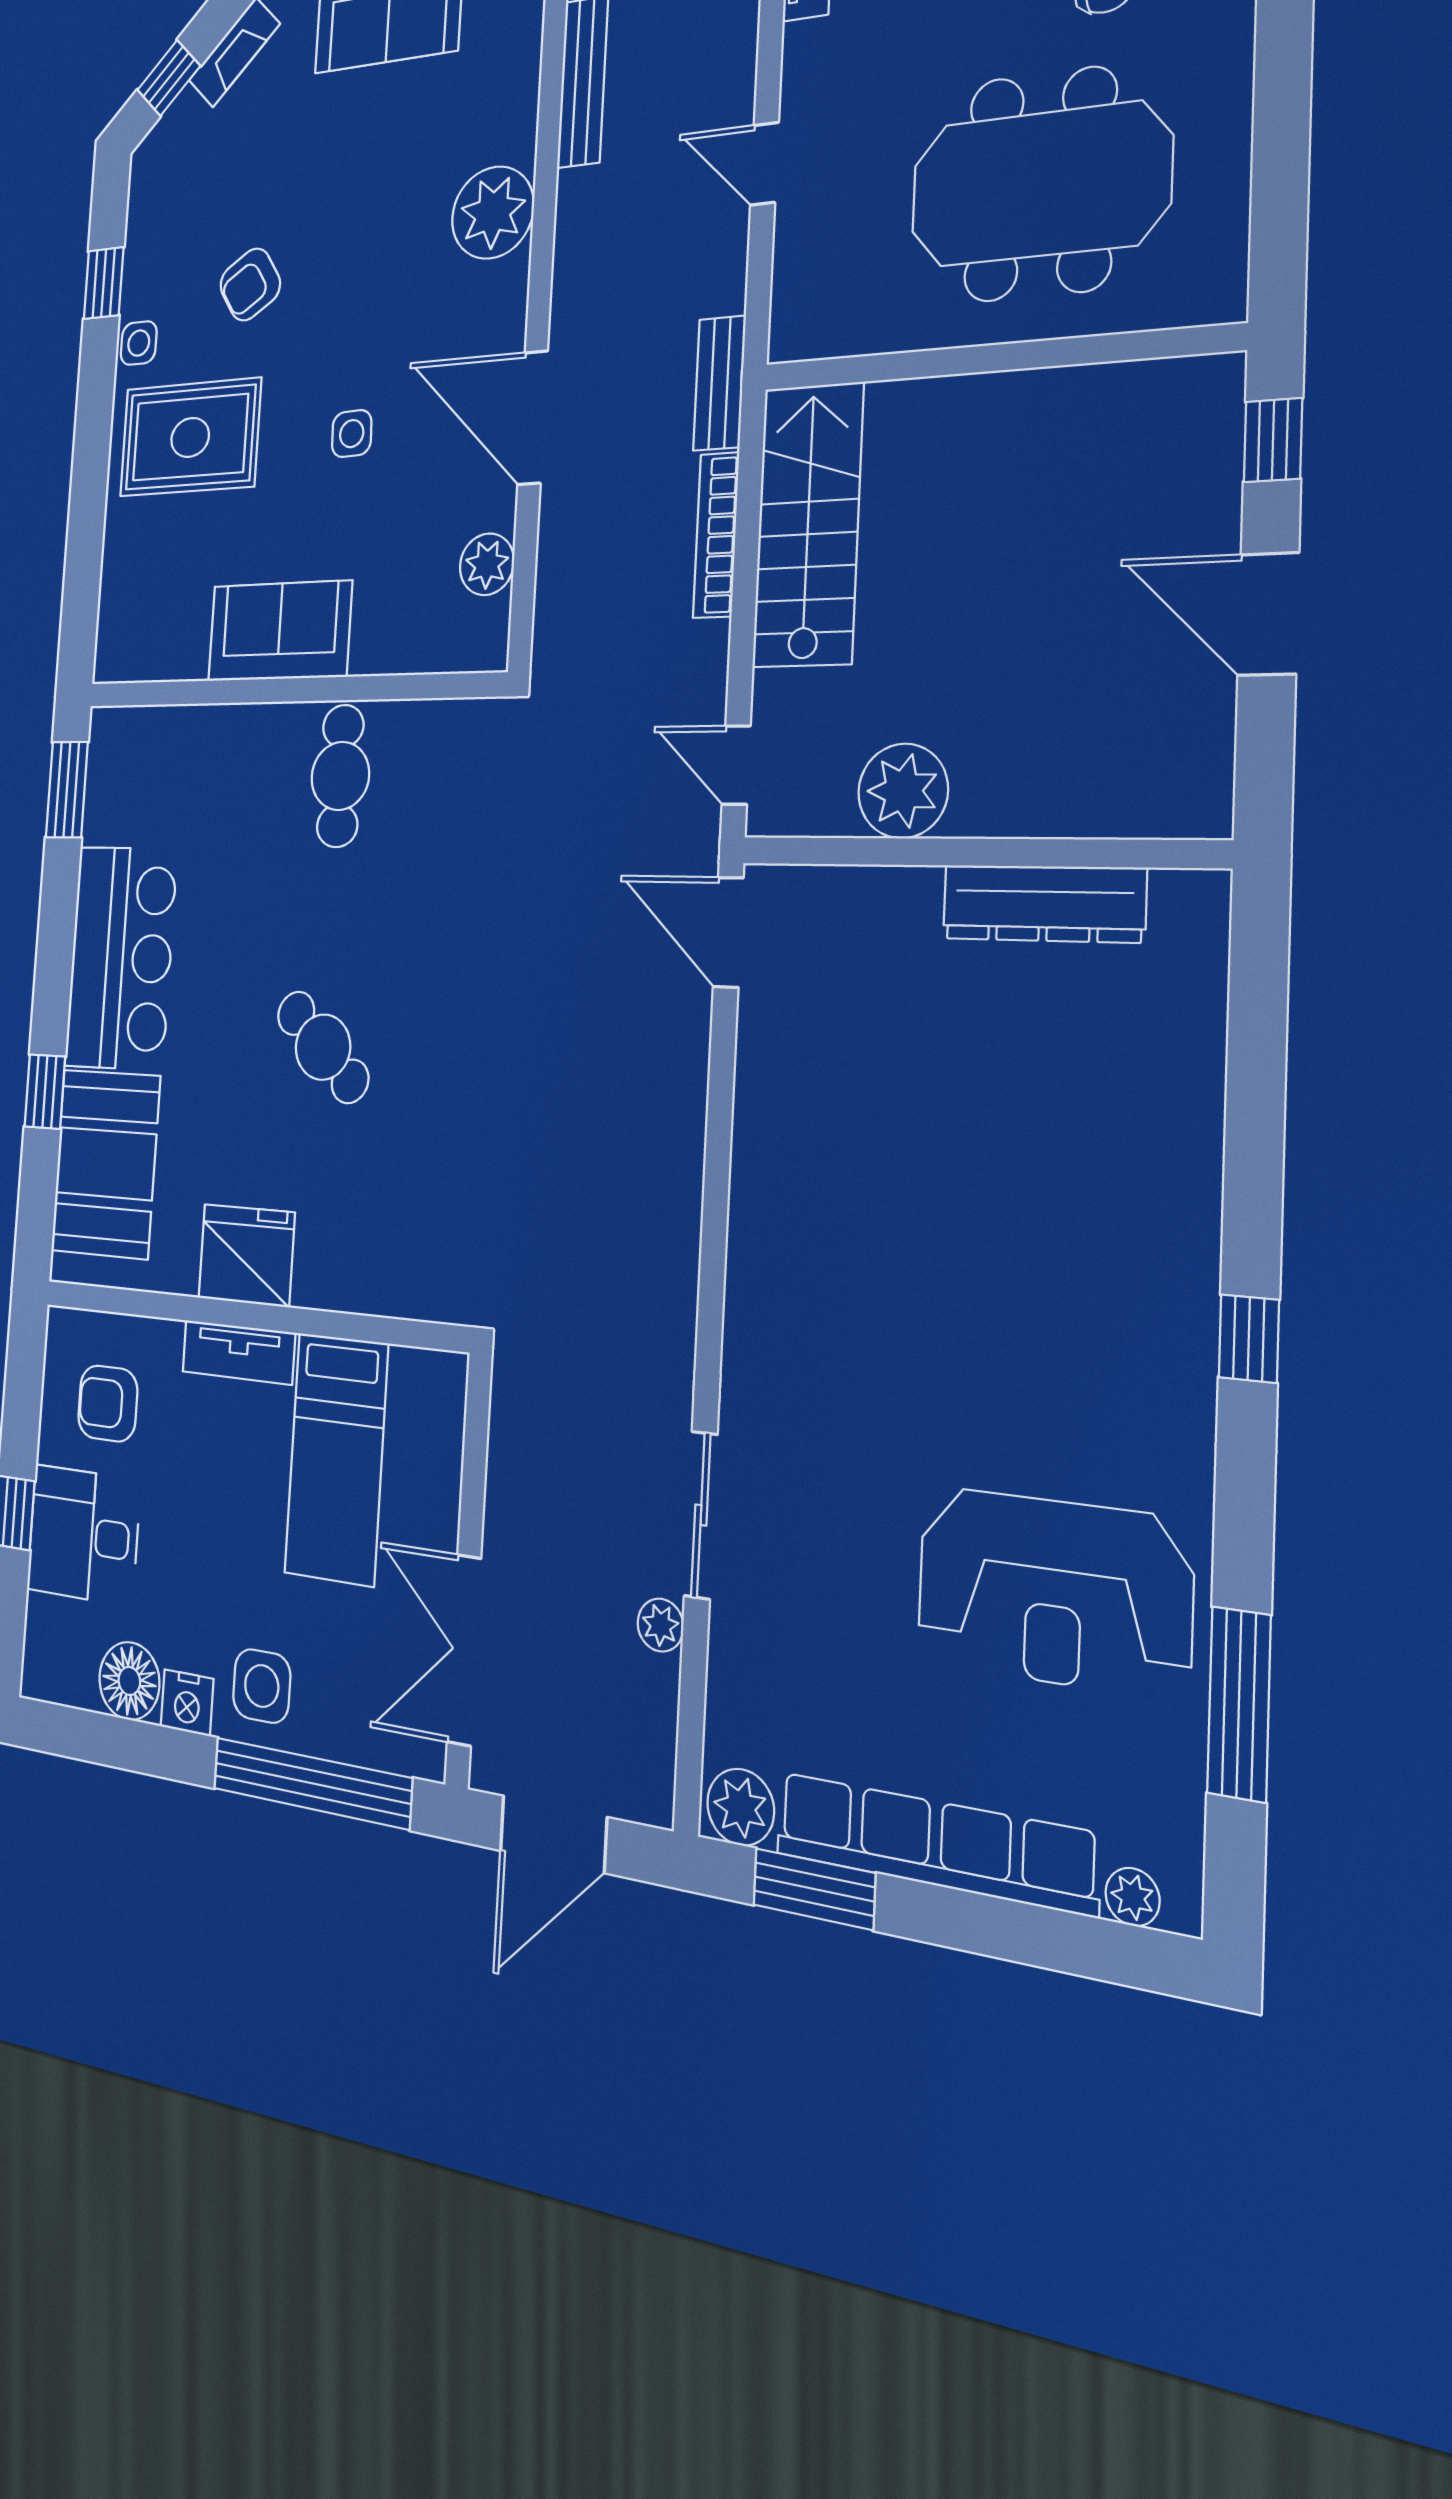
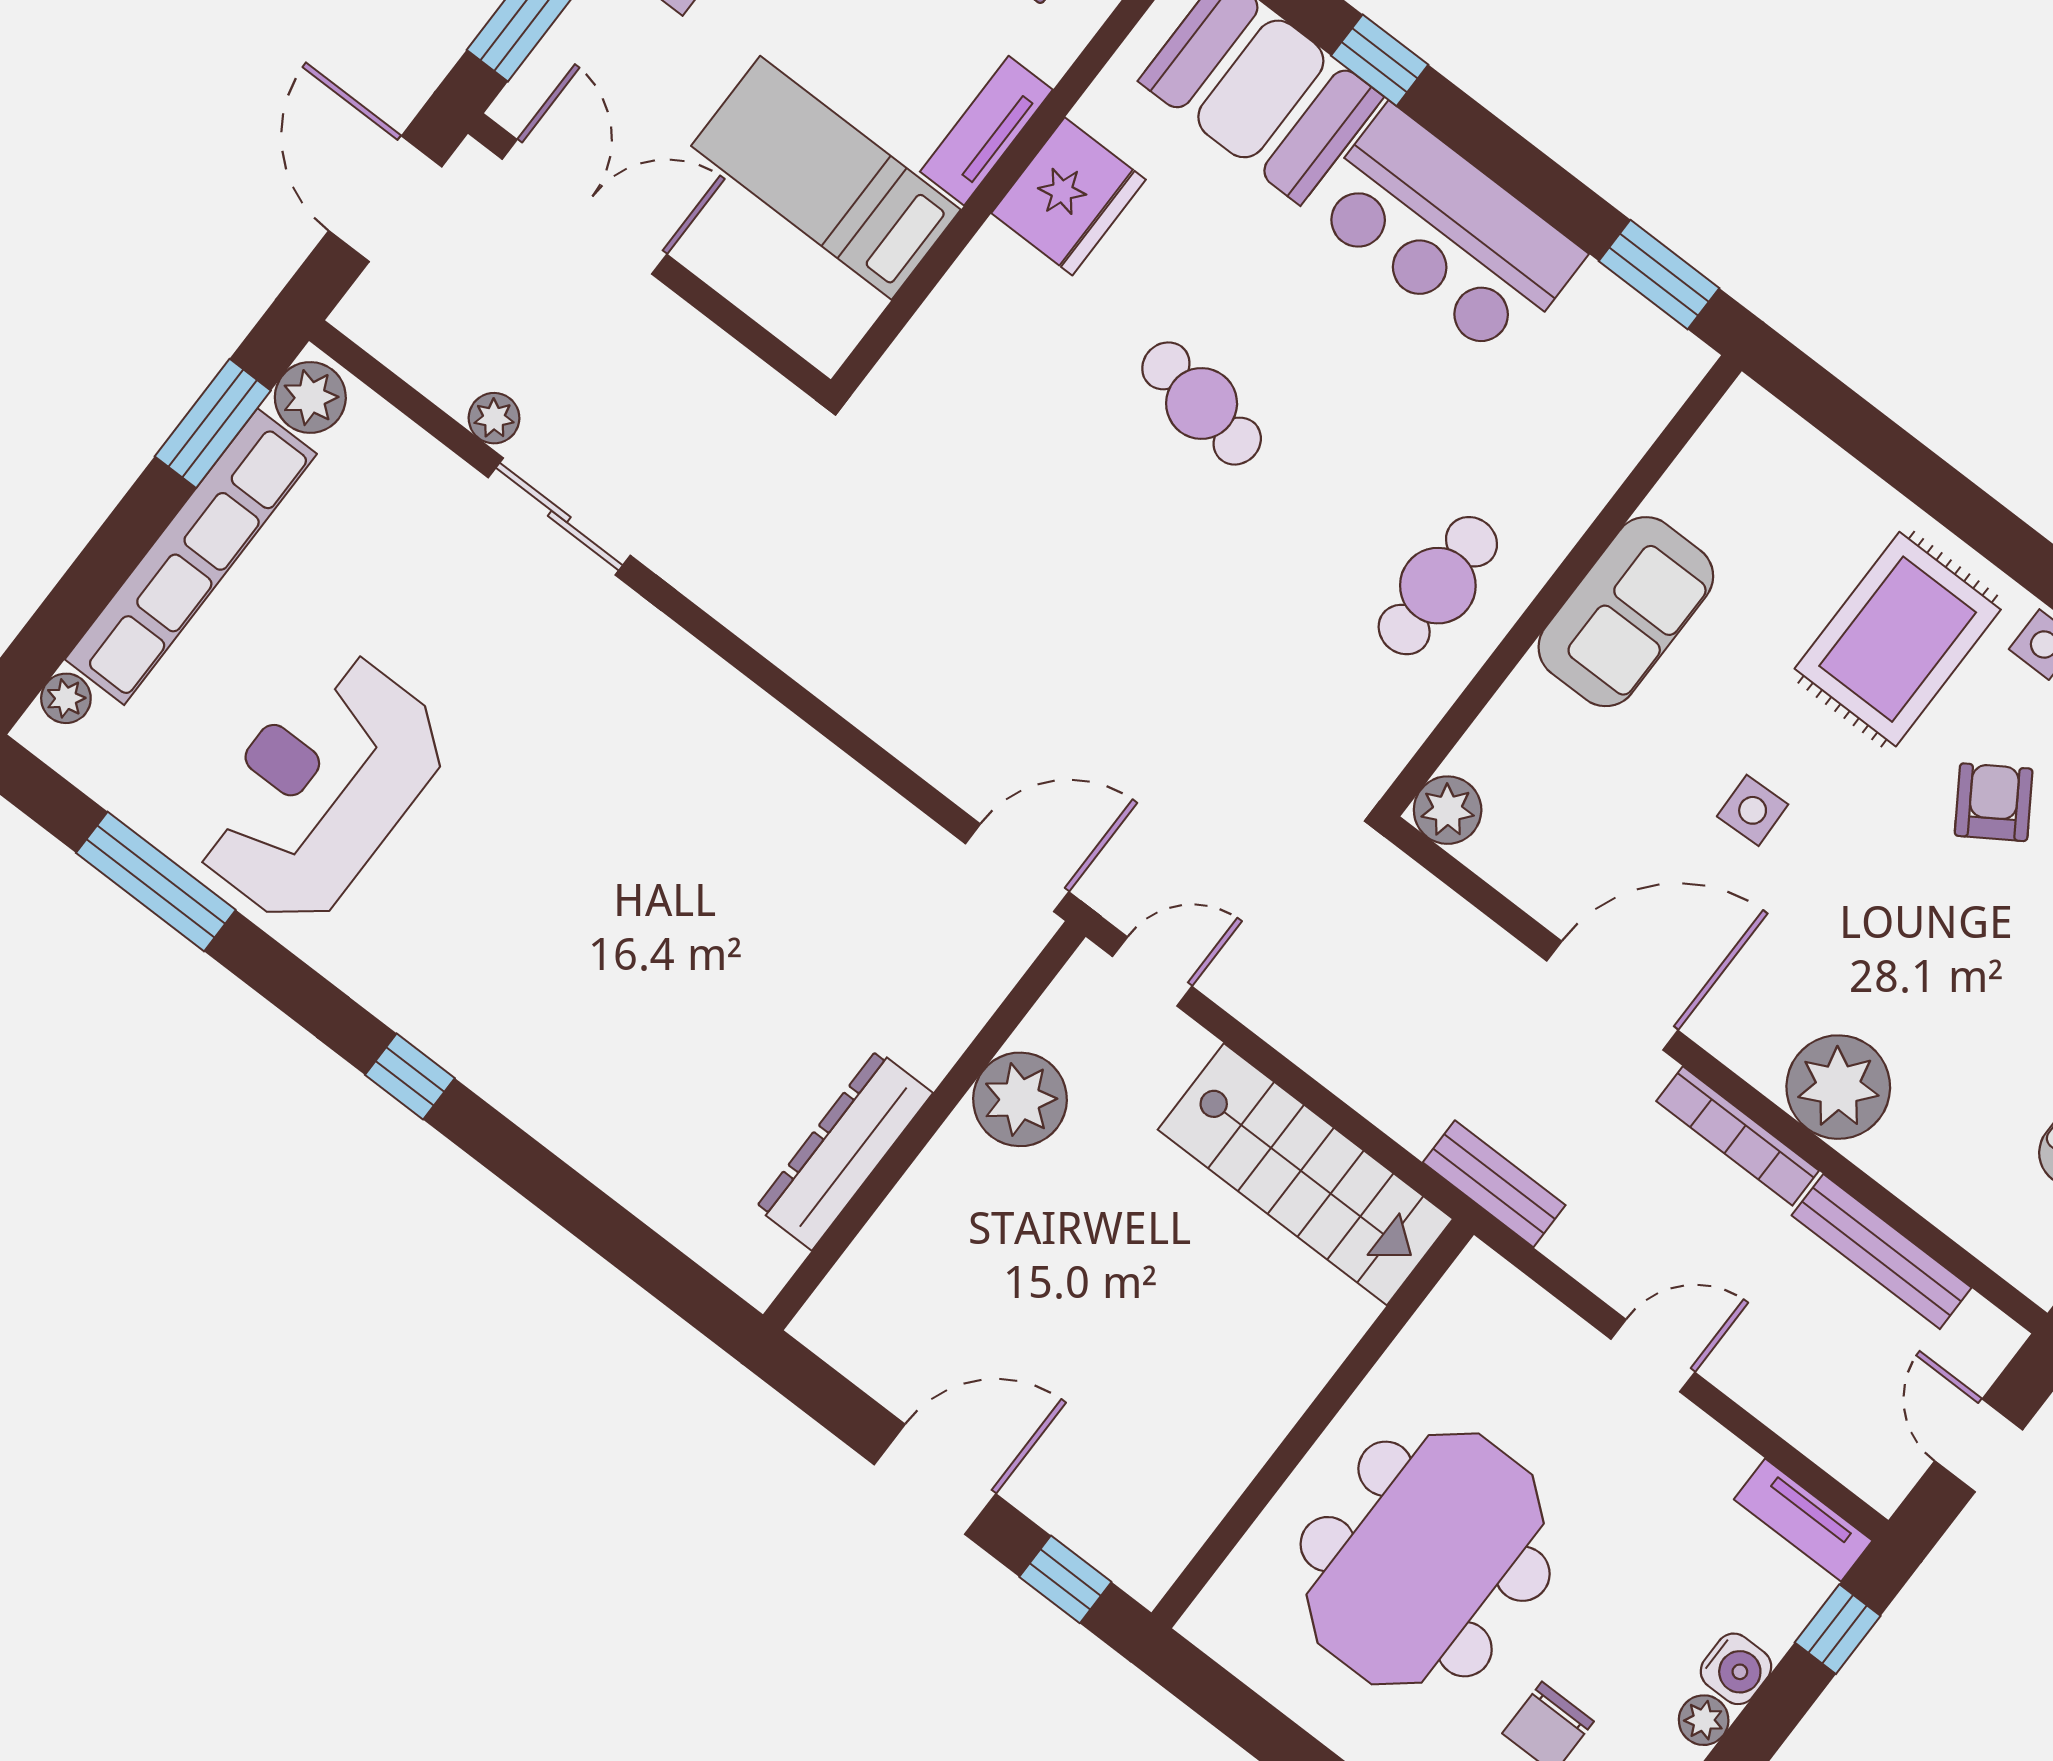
bookcase: (716, 535) -> (1738, 1136), moved, turned 180
plant: (487, 564) -> (1448, 810), moved
cafe table: (340, 776) -> (1438, 586), turned 90
cafe table: (323, 1047) -> (1202, 403), turned 56

